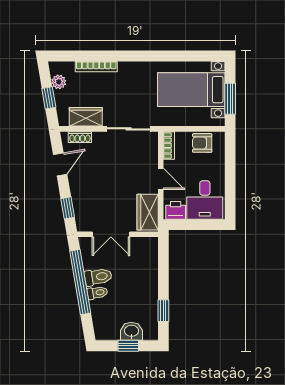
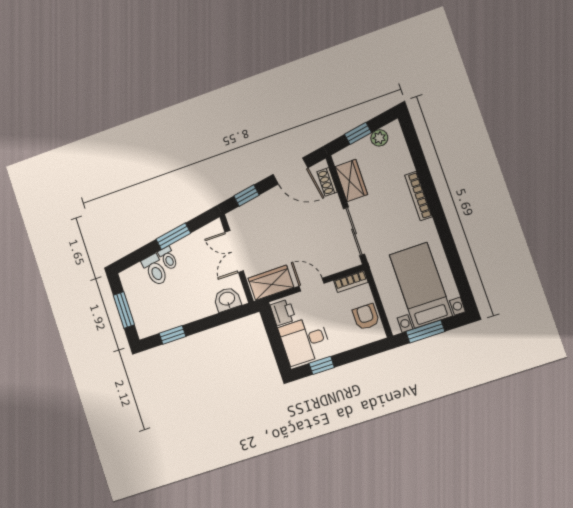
bookcase: (96, 67) -> (418, 196), moved
door: (60, 164) -> (290, 171), width x1.37
door: (161, 179) -> (311, 285), swing flipped
window: (230, 193) -> (322, 365), added
toilet: (98, 277) -> (155, 270), moved
window: (80, 282) -> (173, 236), width x0.47
washbasin: (131, 331) -> (227, 299), moved, turned -90
window: (128, 346) -> (124, 310), width x1.50

